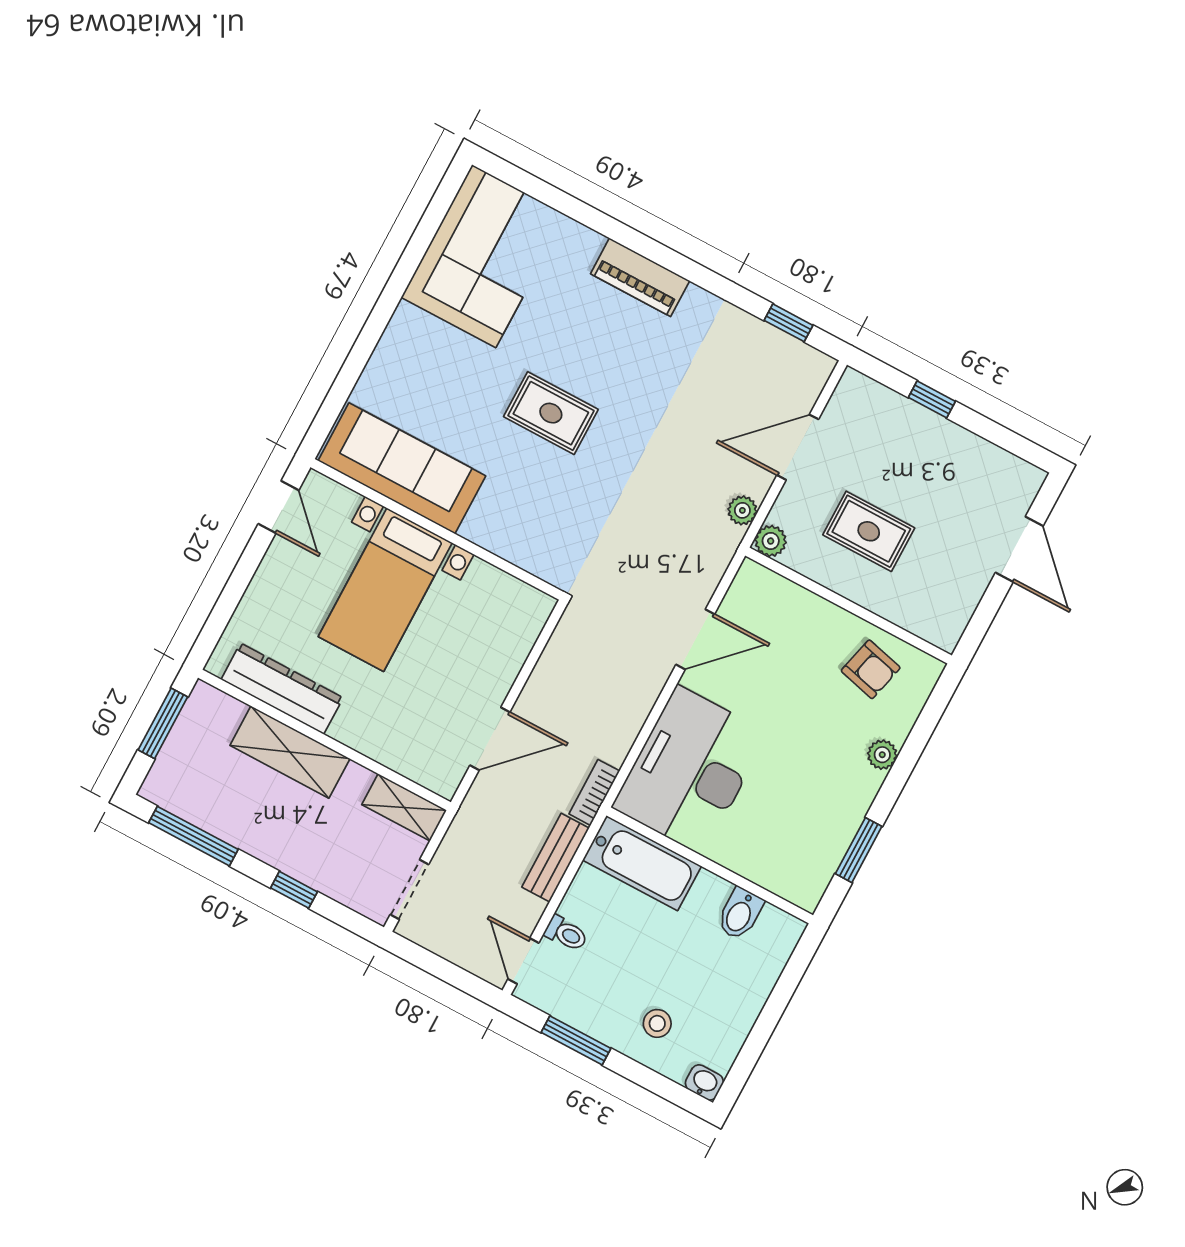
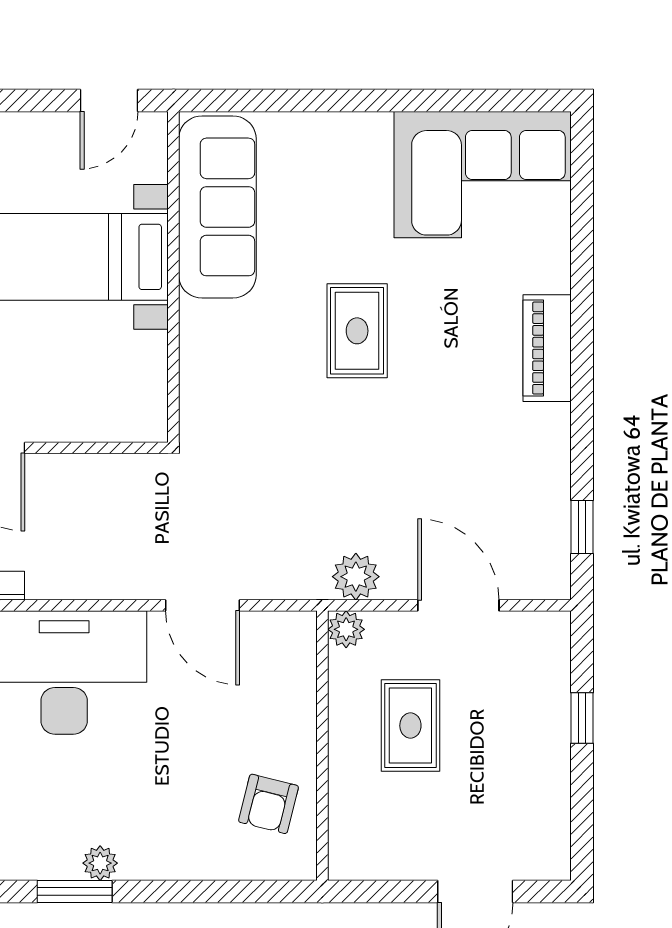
plant: (742, 510) -> (356, 577), width x1.38, depth x1.38
plant: (882, 755) -> (100, 863), moved

